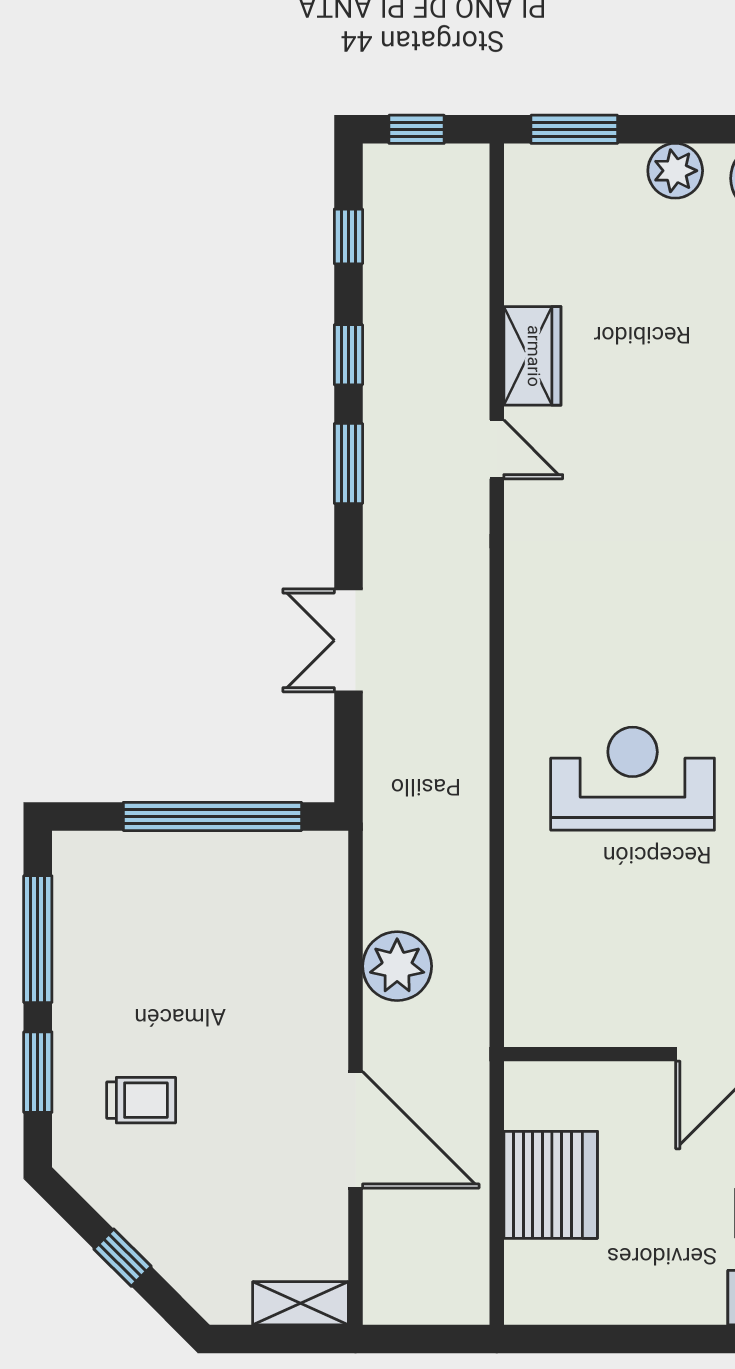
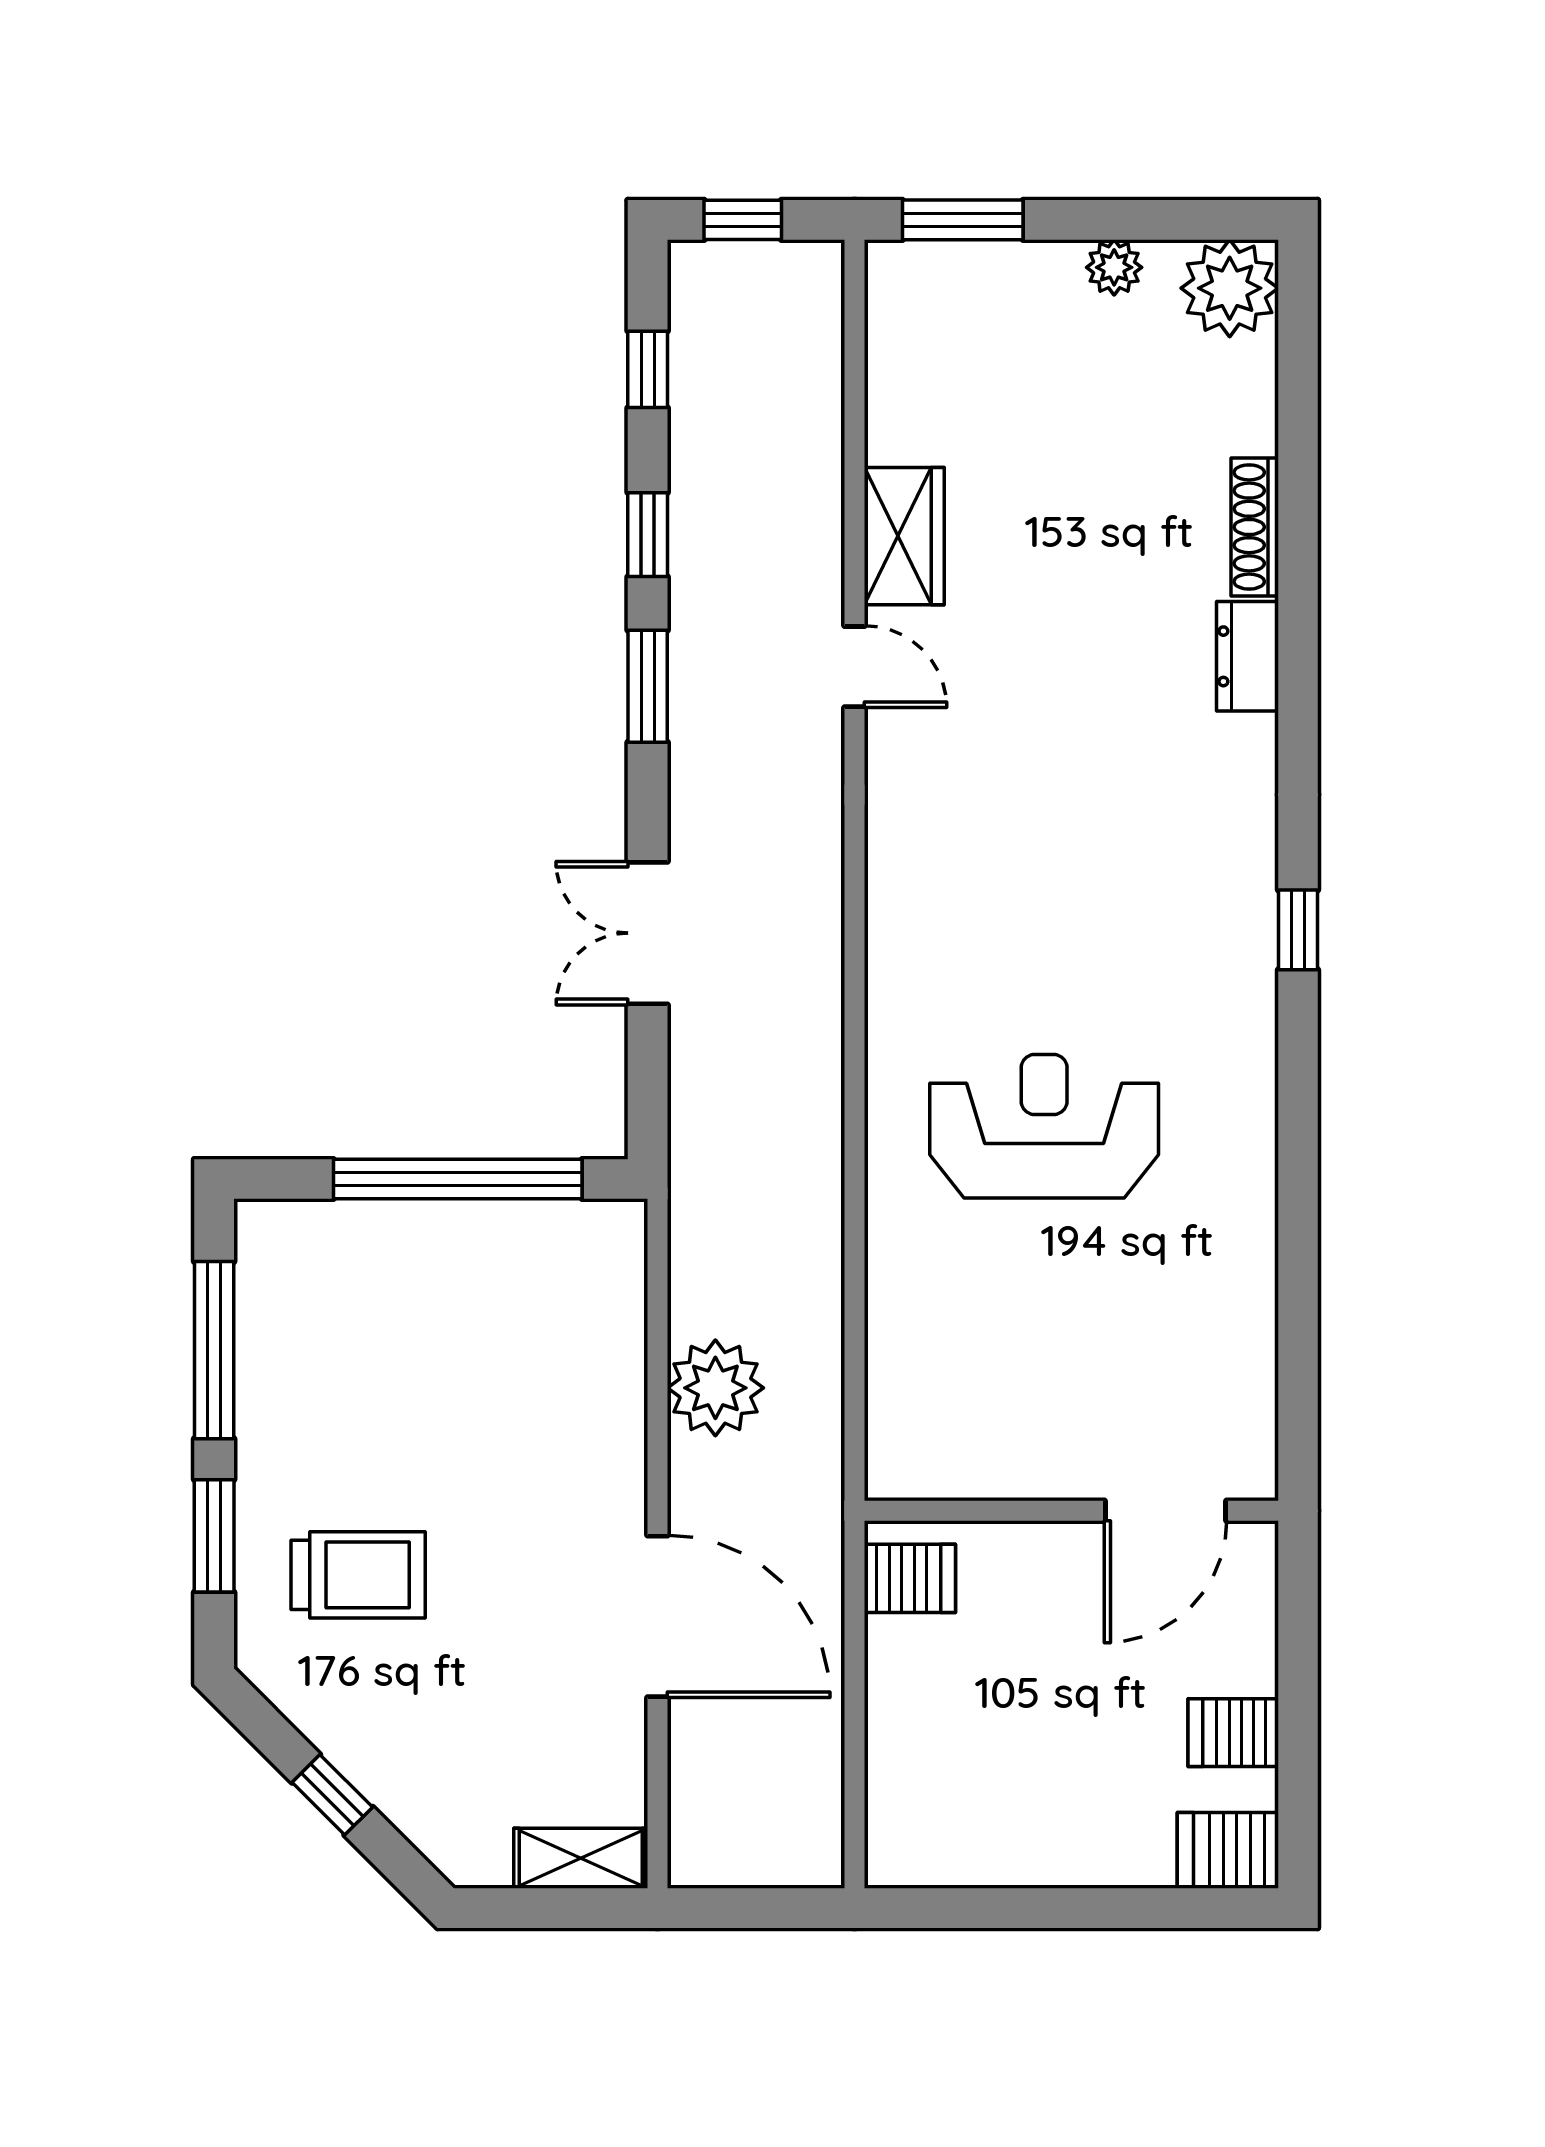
plant: (675, 171) -> (1114, 267), width x0.73, depth x0.73
trolley: (141, 1100) -> (358, 1575), width x1.36, depth x1.39
server rack: (551, 1185) -> (910, 1578), moved, width x0.46, depth x0.70

